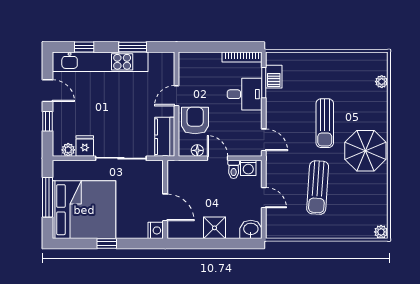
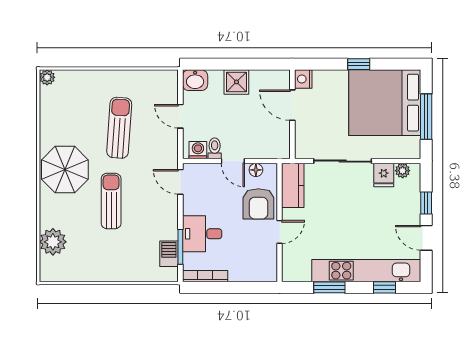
plant: (382, 82) -> (53, 242), width x1.87, depth x1.87

